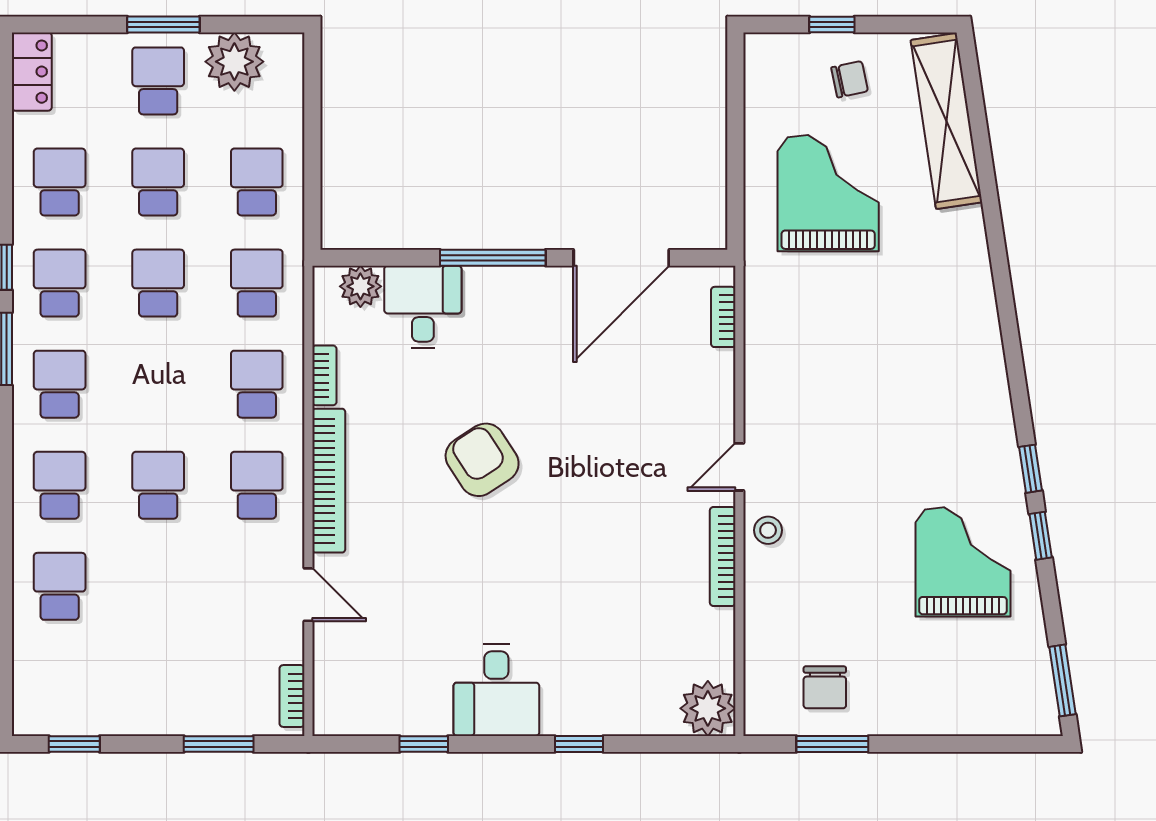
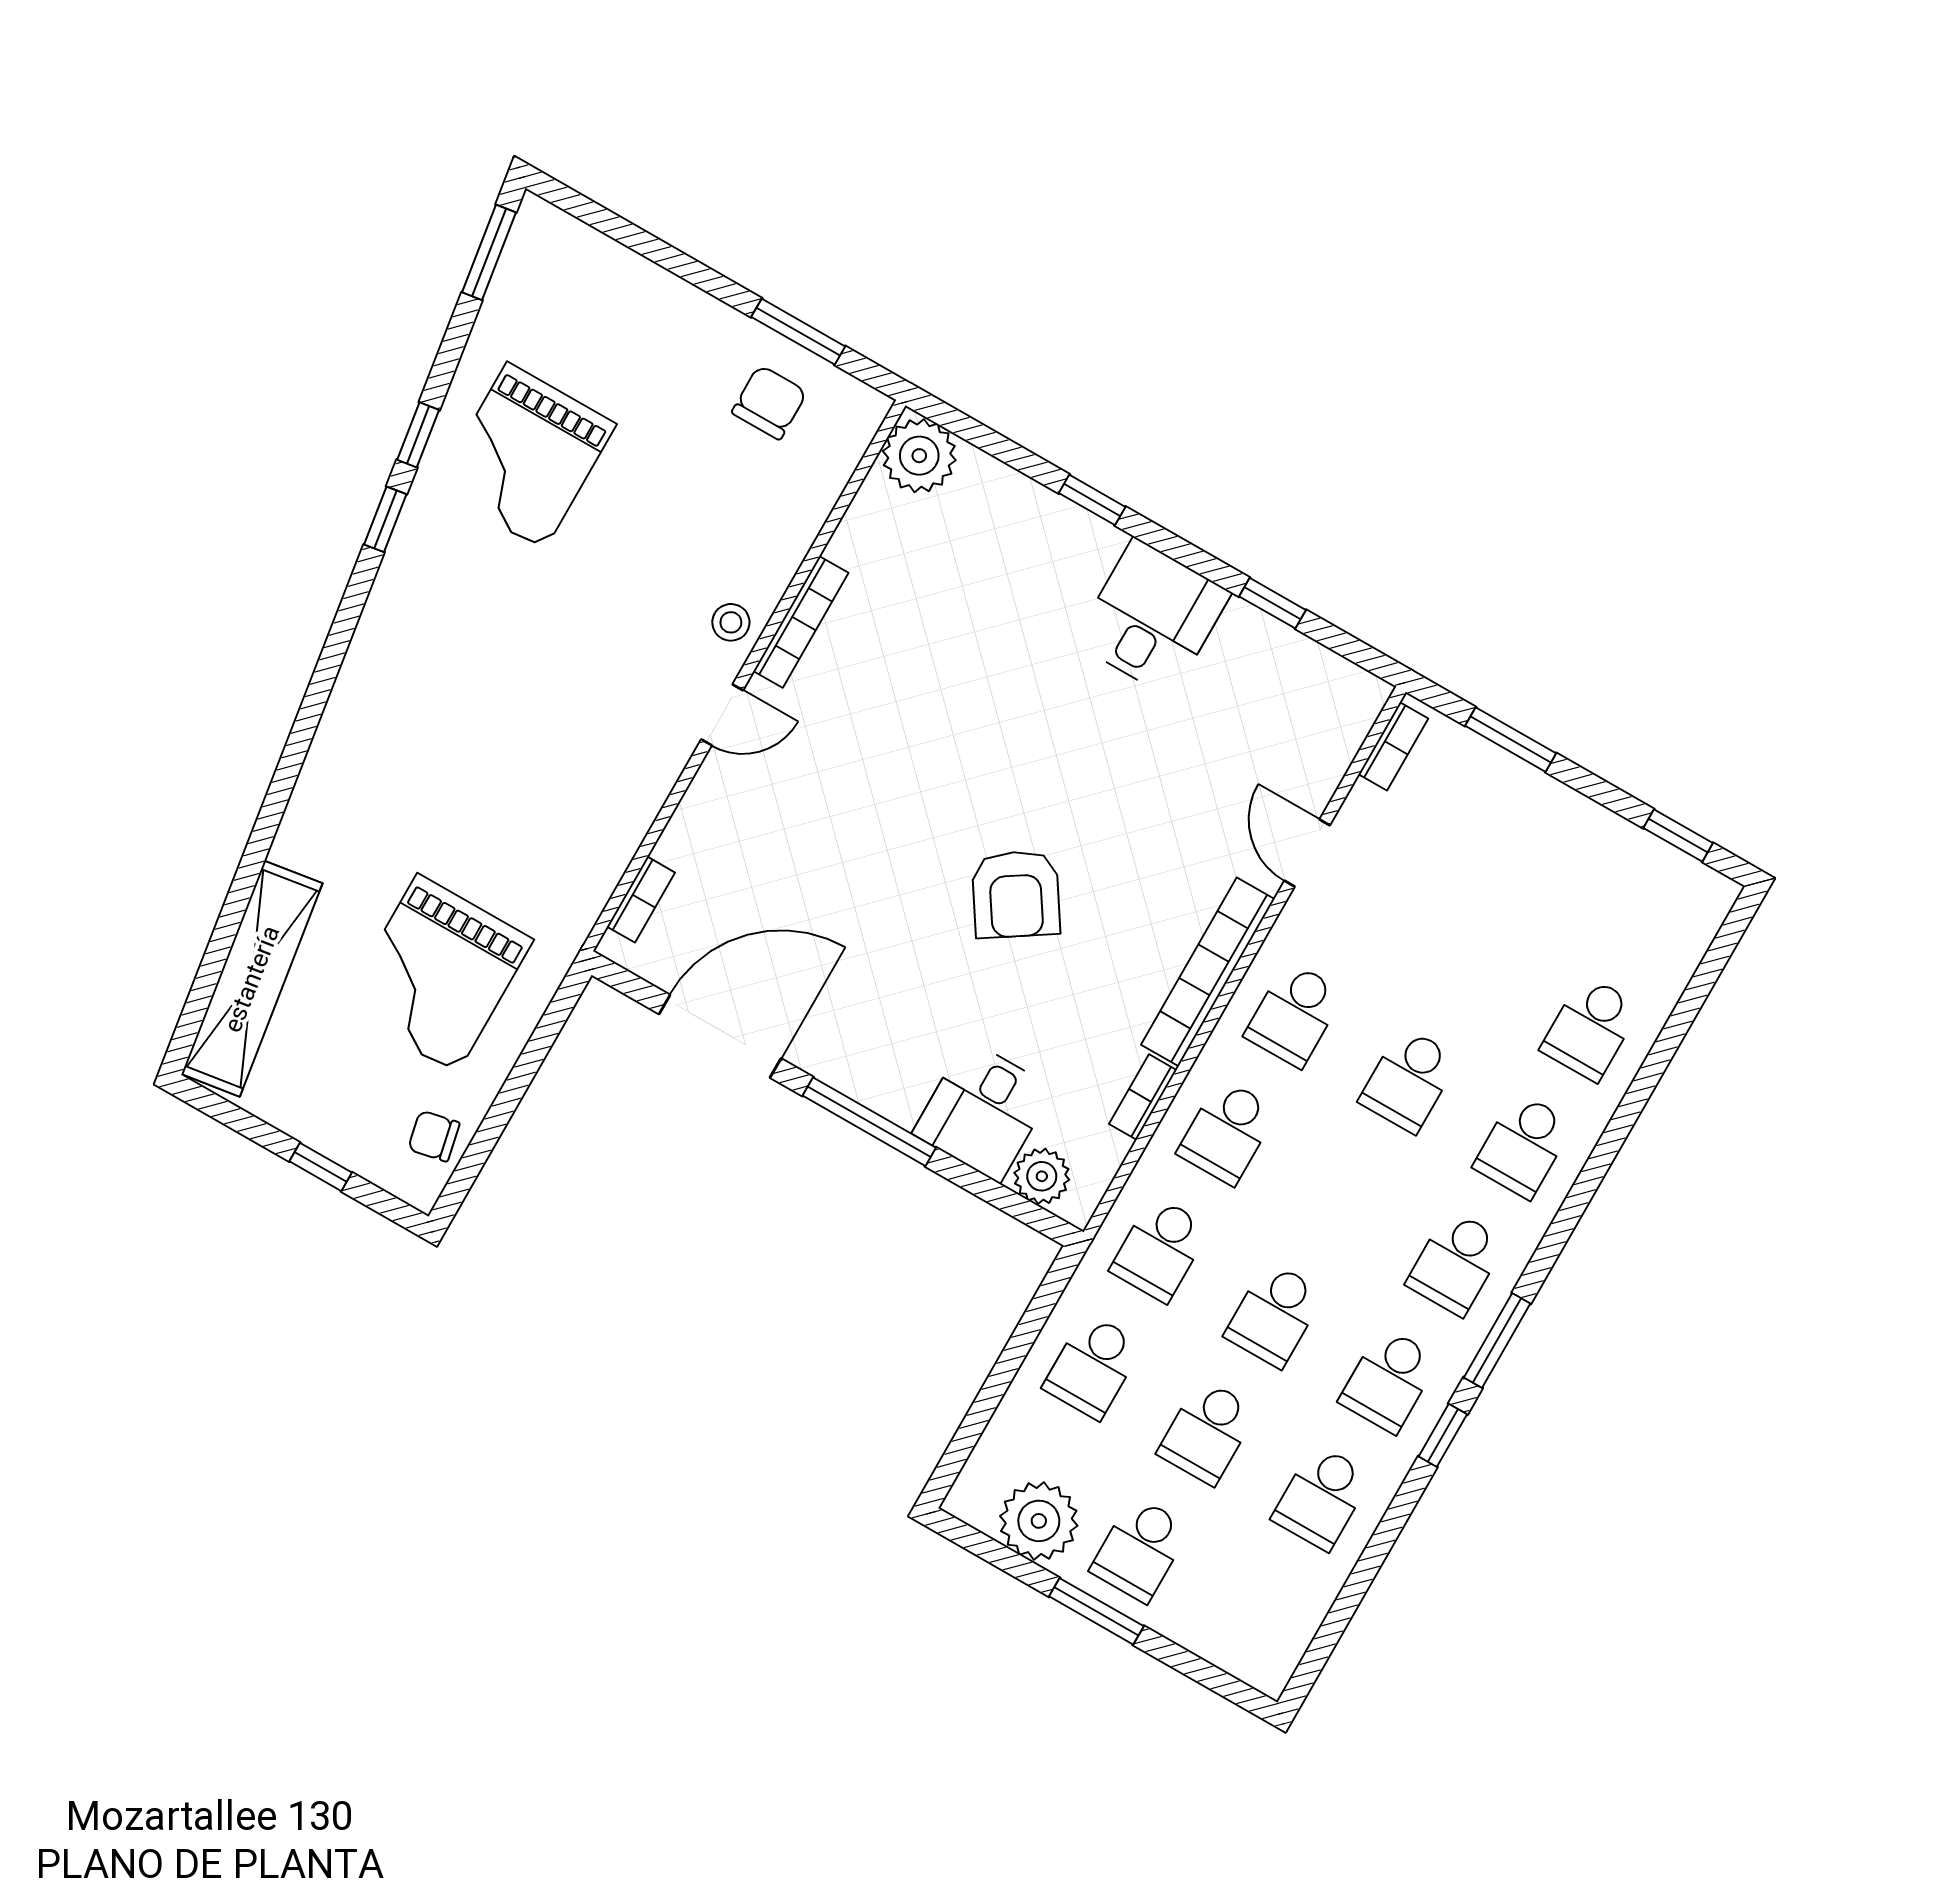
locker: (32, 72) -> (1281, 1644), removed
chair: (850, 79) -> (434, 1136), moved

